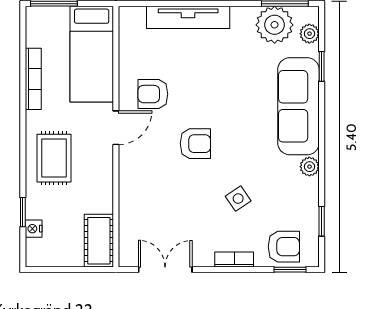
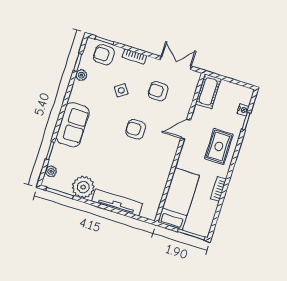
plant: (275, 25) -> (83, 187), moved
bookcase: (33, 79) -> (218, 189), width x0.64
armchair: (153, 94) -> (158, 91), moved, turned 180
sofa: (298, 106) -> (73, 125), width x0.73
door: (116, 128) -> (186, 129), moved
plant: (309, 167) -> (81, 75), moved
double door: (165, 270) -> (176, 63), swing flipped

